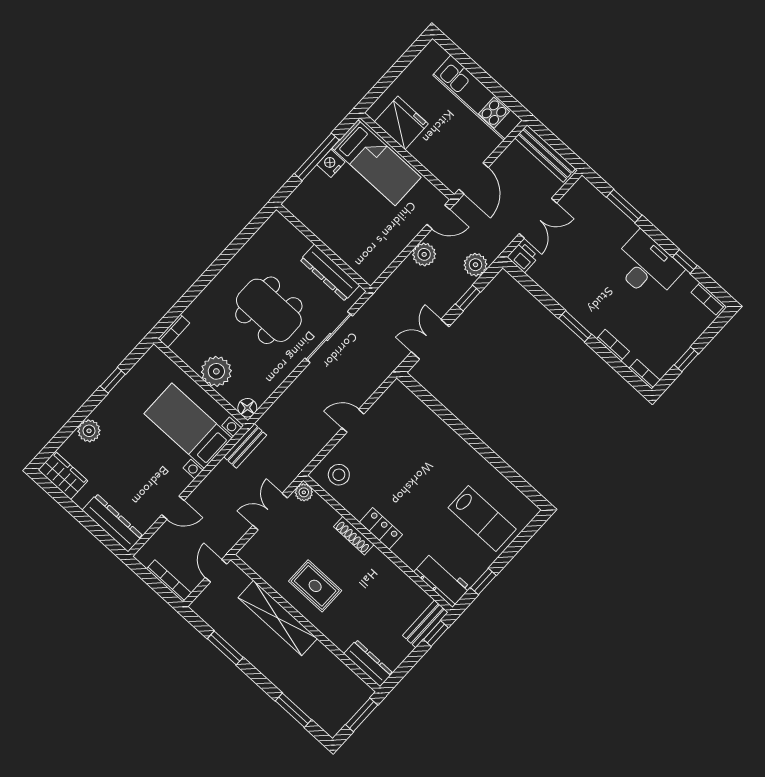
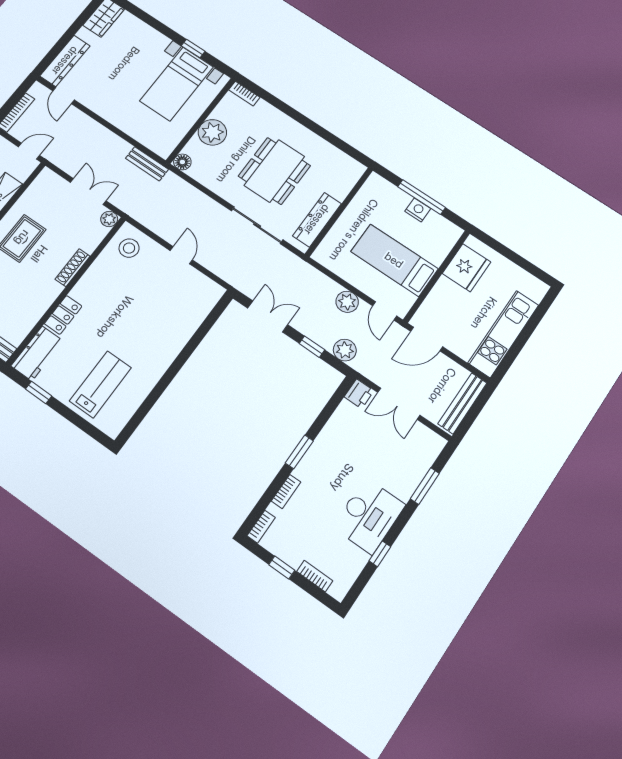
bed: (377, 163) -> (394, 260), moved, turned 90
bookcase: (708, 299) -> (315, 576), moved, turned 90
bed with nightstands: (188, 426) -> (177, 84), moved, turned 180
plant: (89, 431) -> (146, 34), removed
door: (173, 508) -> (64, 95), moved
lab bench: (482, 518) -> (100, 384), turned 180
locker: (381, 528) -> (63, 315), moved

